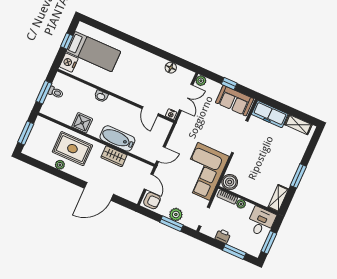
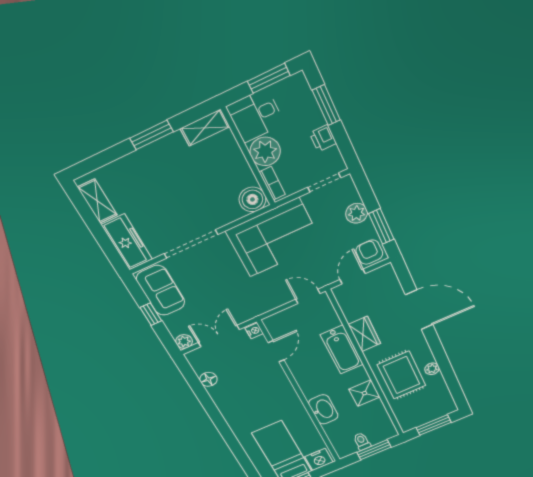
washbasin: (101, 96) -> (323, 409), width x1.91, depth x1.45
plant: (241, 204) -> (265, 151), width x1.87, depth x1.87
window: (171, 224) -> (381, 227), moved

